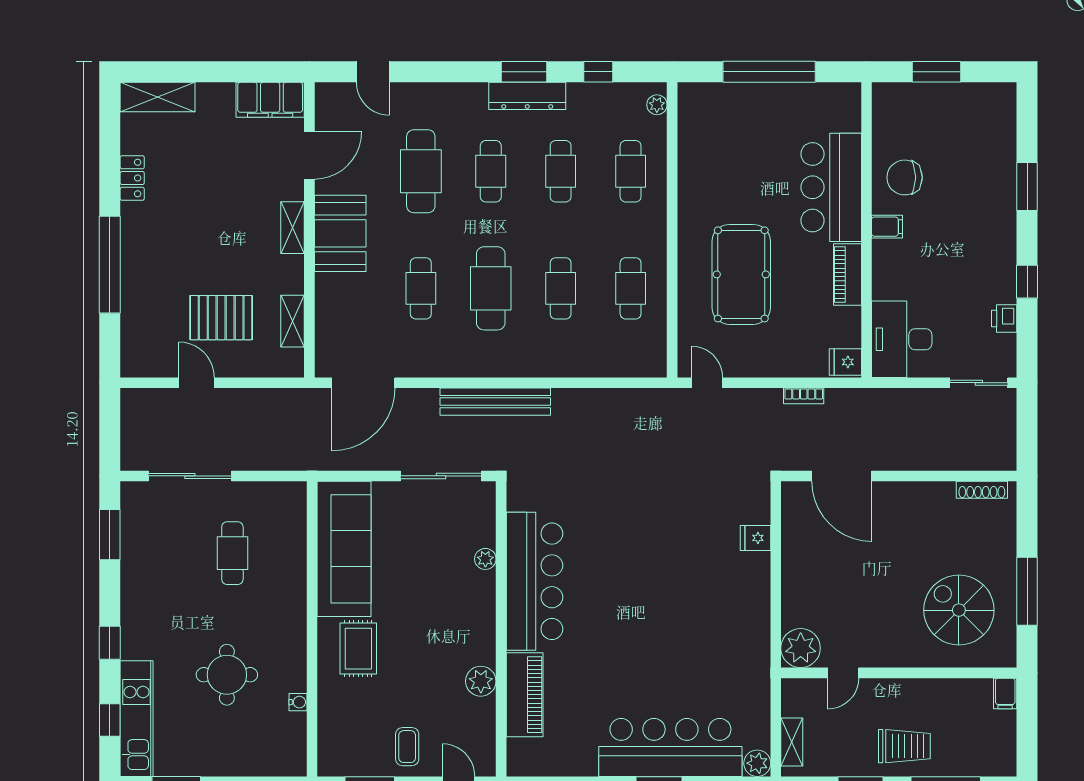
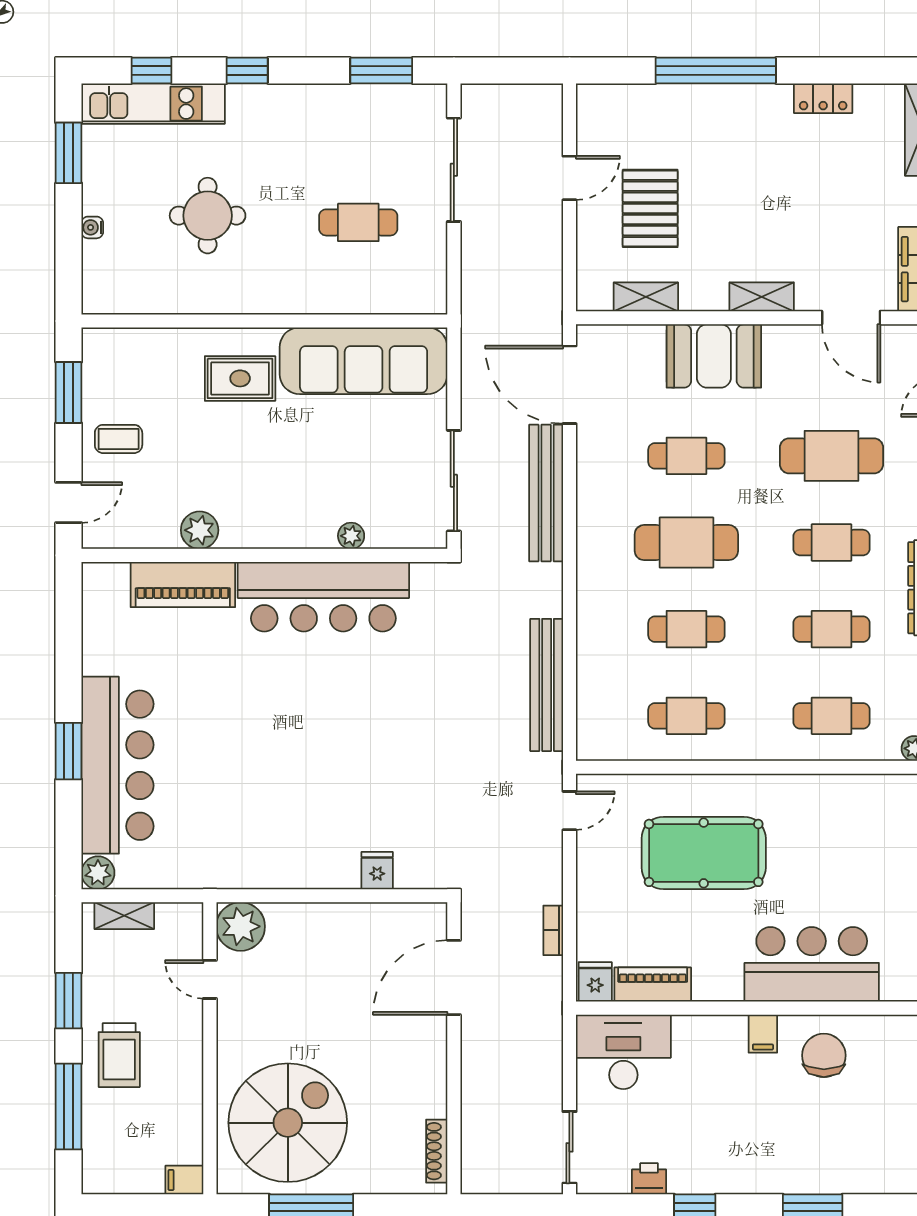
booth: (340, 233) -> (714, 356), moved
piano: (847, 275) -> (653, 985), moved
bench: (606, 401) -> (547, 685), added
bench: (495, 402) -> (546, 493), moved
spiral stairs: (959, 610) -> (288, 1123), width x1.37, depth x1.37
water cooler: (298, 702) -> (92, 227), moved, turned 90

